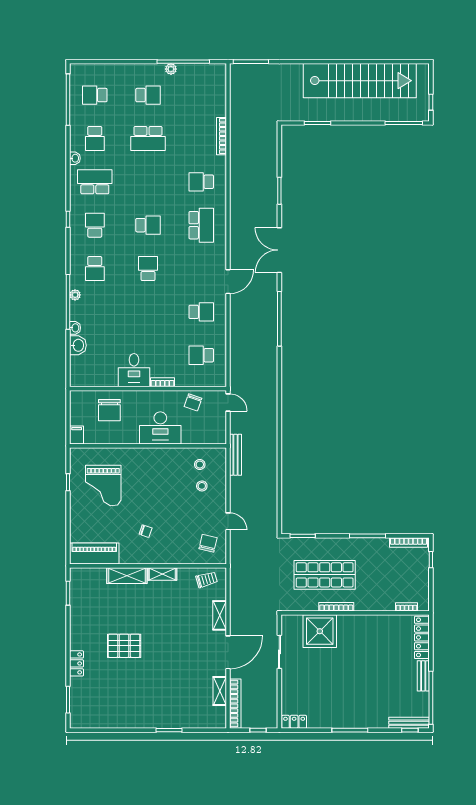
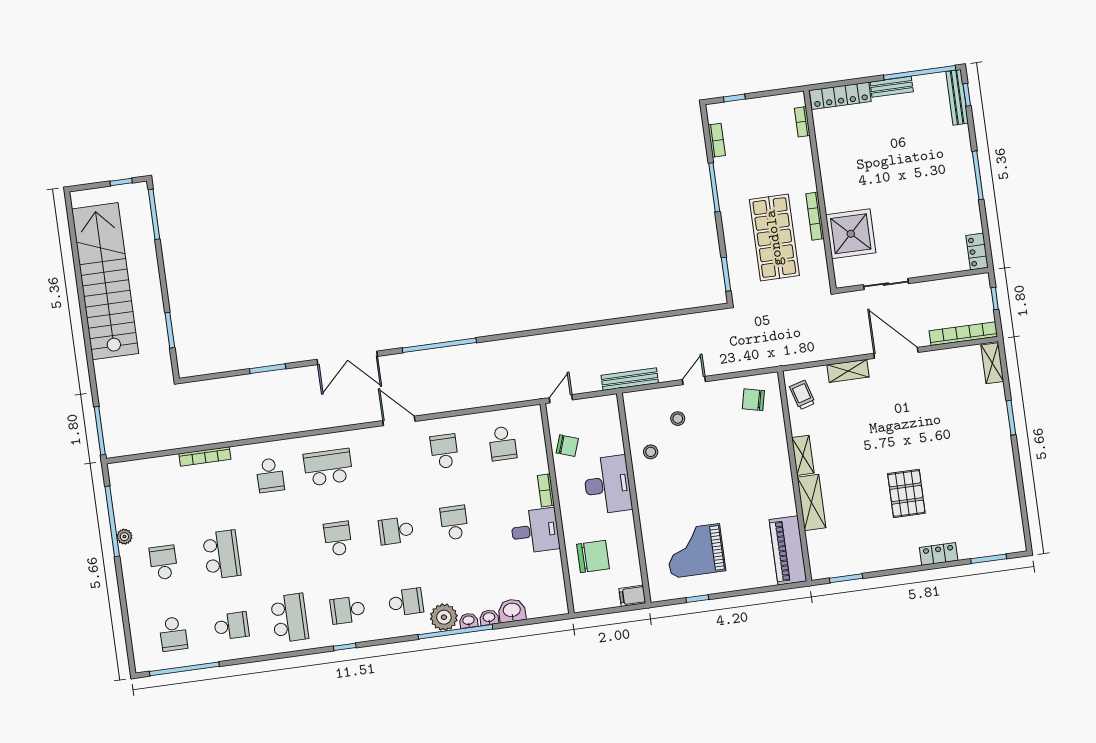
washbasin: (75, 158) -> (469, 621), moved
school desk: (95, 182) -> (290, 618), turned 180
plant: (75, 295) -> (444, 617), width x1.88, depth x1.88
school desk: (148, 312) -> (454, 523), added
stool: (200, 465) -> (651, 452), moved
grand piano: (103, 485) -> (695, 551), turned 180
door: (228, 521) -> (694, 381), moved
chair: (146, 531) -> (748, 486), removed
bookcase: (409, 542) -> (717, 140), width x0.64
shelving: (220, 691) -> (992, 363), moved, turned 90

